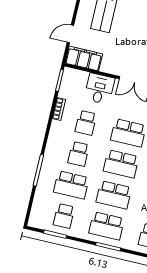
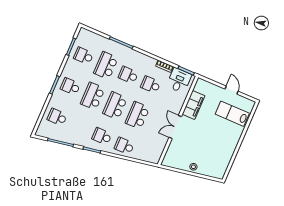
door: (70, 34) -> (232, 90), moved
filing cabinet: (84, 59) -> (194, 105), moved
desk: (99, 89) -> (179, 80), moved, turned -90
school desk: (106, 226) -> (70, 86), width x0.54

